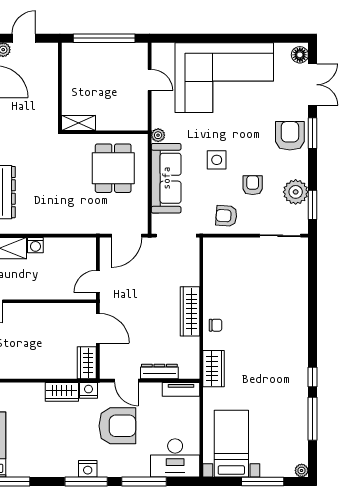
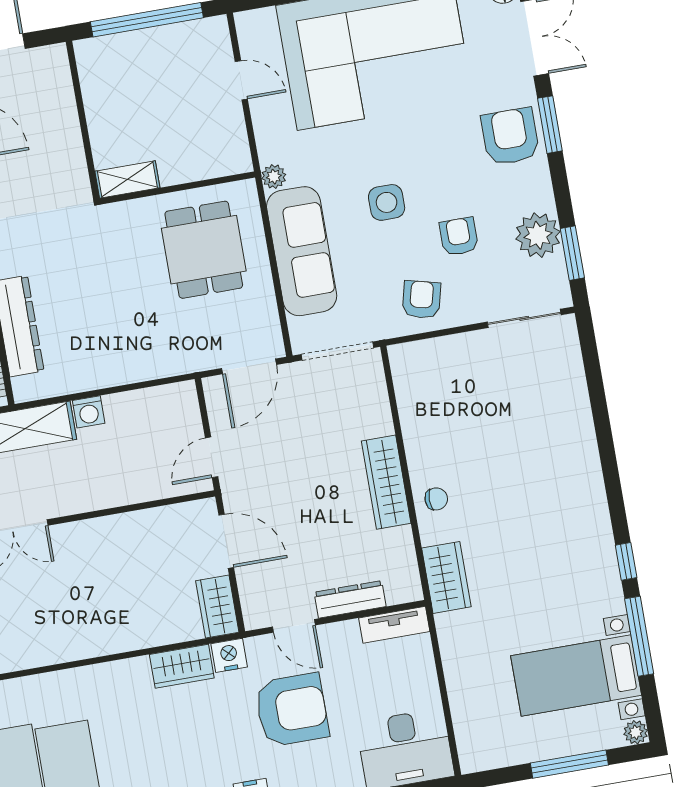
armchair: (226, 216) -> (421, 300), turned 100
bed with nightstands: (231, 444) -> (576, 676), moved, turned -90

